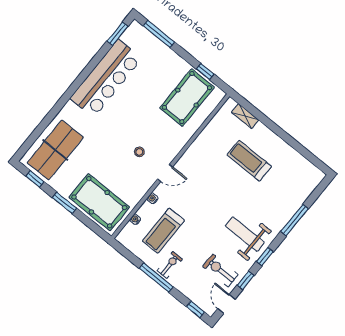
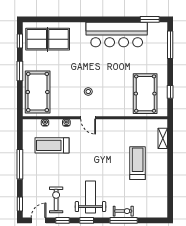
pool table: (187, 98) -> (145, 94), turned 90
exercise bike: (170, 265) -> (123, 211), moved

